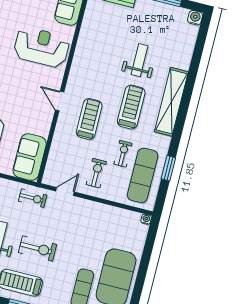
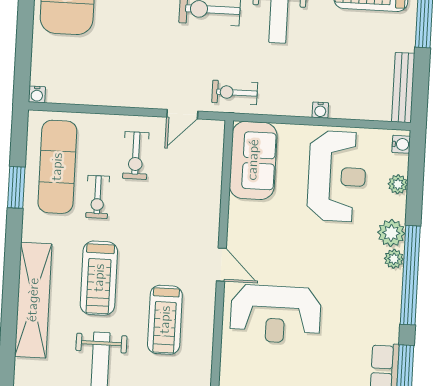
reception desk: (42, 47) -> (275, 314), moved
treadmill: (89, 119) -> (165, 320), moved

